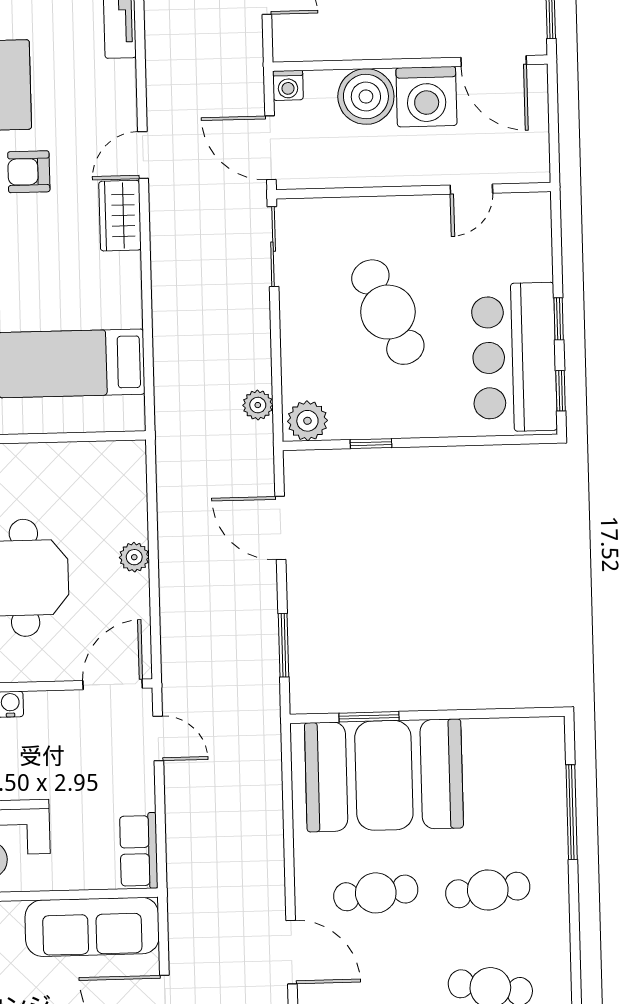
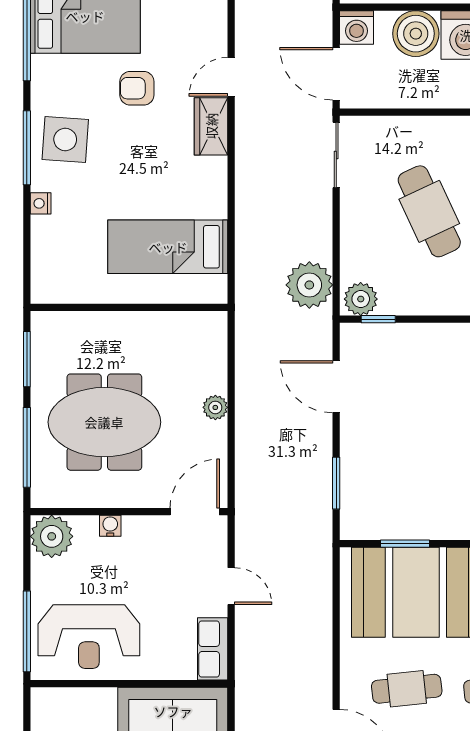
washing machine: (288, 85) -> (356, 27), width x1.38, depth x1.38
plant: (258, 405) -> (309, 285), width x1.88, depth x1.88
window: (371, 444) -> (378, 319), moved
door: (158, 738) -> (231, 586), moved

